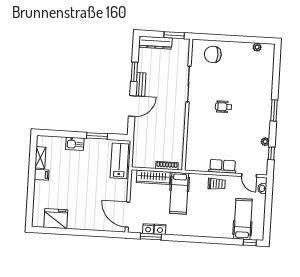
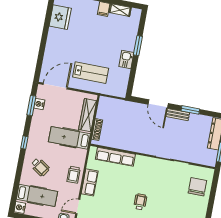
wheelchair: (224, 107) -> (140, 202), moved
window: (97, 136) -> (138, 46), moved
row of seats: (193, 143) -> (115, 157), added
kitchen sink: (75, 144) -> (126, 60), moved
lab bench: (119, 161) -> (91, 73), moved
wheelchair: (213, 219) -> (40, 167), added
nightstand: (160, 229) -> (20, 207), moved
window: (250, 242) -> (24, 143), moved

